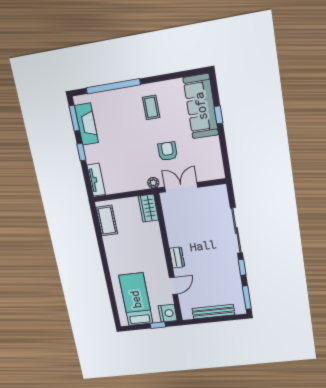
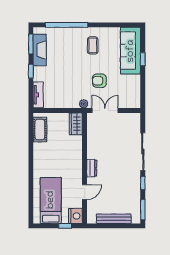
armchair: (168, 151) -> (99, 81), turned -90

